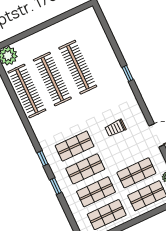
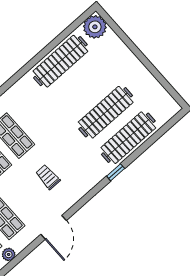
clothes rail: (52, 79) -> (128, 138), moved

